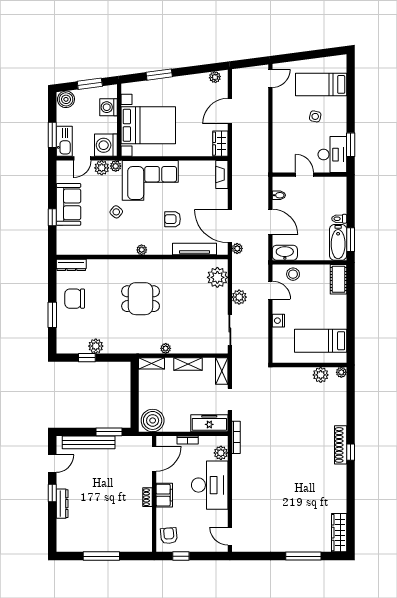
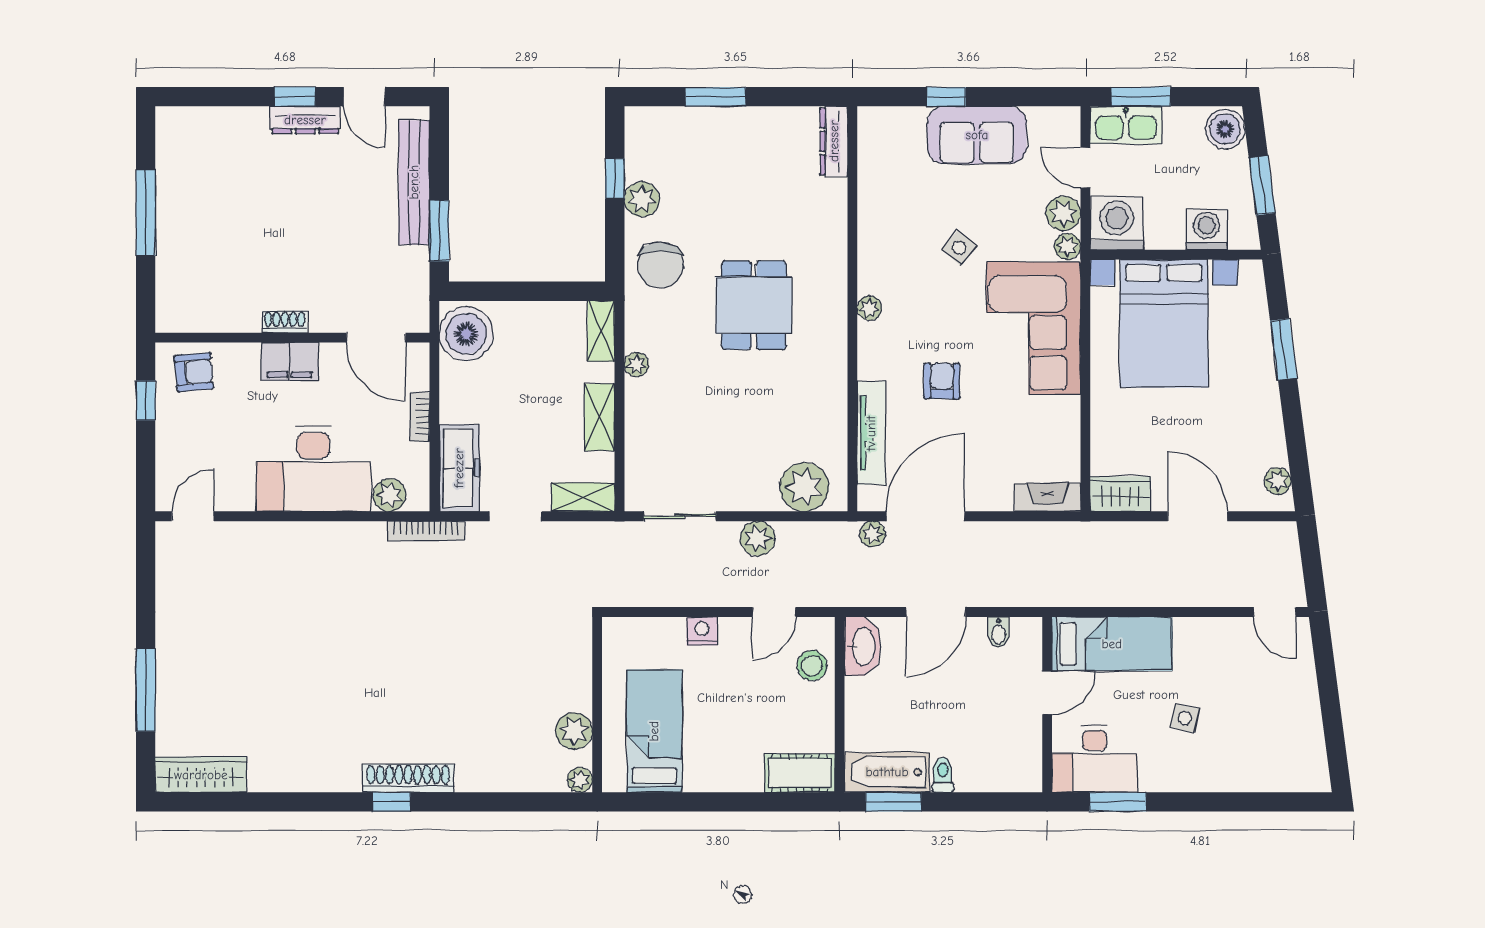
bed: (321, 84) -> (1112, 644), moved, turned 90
chair: (75, 299) -> (660, 265), moved, turned 180
dresser: (62, 504) -> (305, 120), moved

